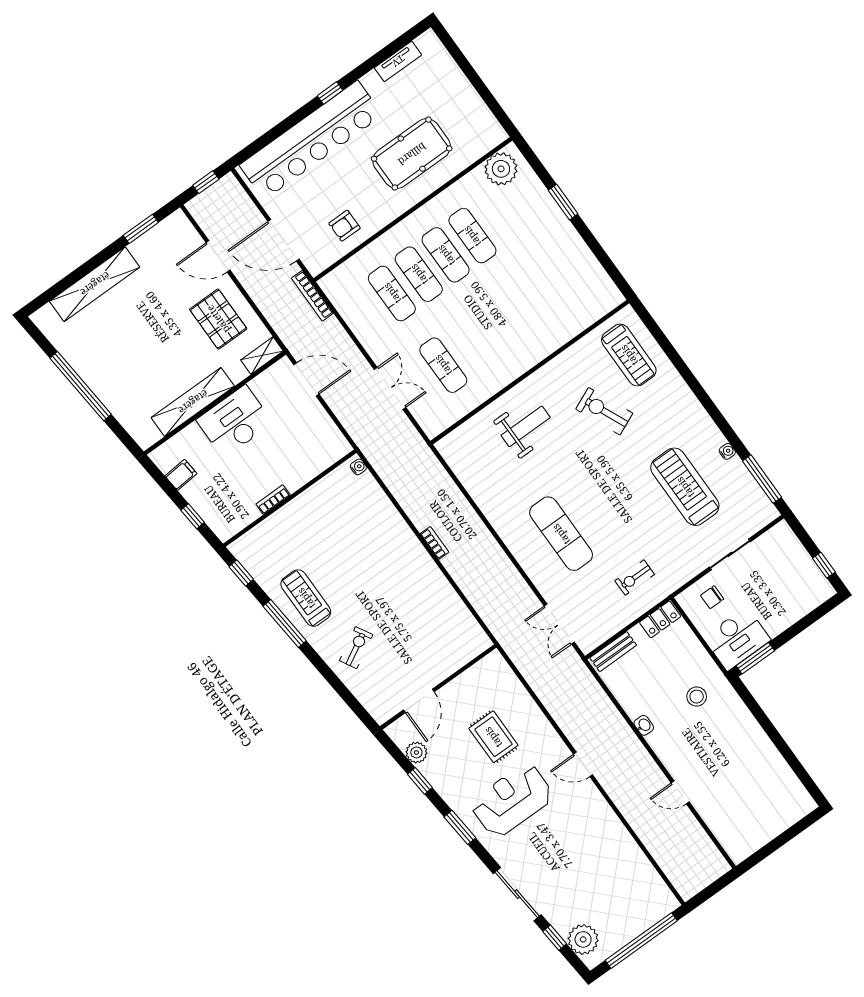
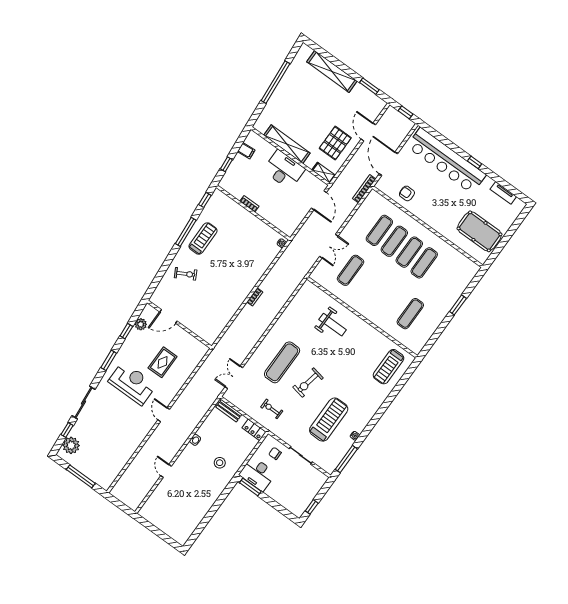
pool table: (412, 154) -> (479, 231), moved
plant: (501, 169) -> (465, 266), removed
exercise mat: (551, 288) -> (410, 314), added
exercise bike: (604, 411) -> (308, 382), moved, turned -145
window: (641, 941) -> (81, 476), width x0.68

